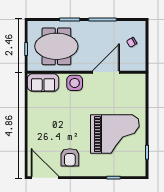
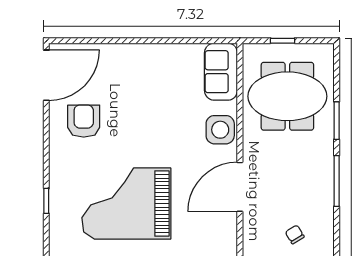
meeting table: (56, 46) -> (287, 96), turned 90
door: (106, 72) -> (240, 187), swing flipped
grand piano: (115, 134) -> (126, 204), turned 90
armchair: (70, 157) -> (84, 121), turned 90

